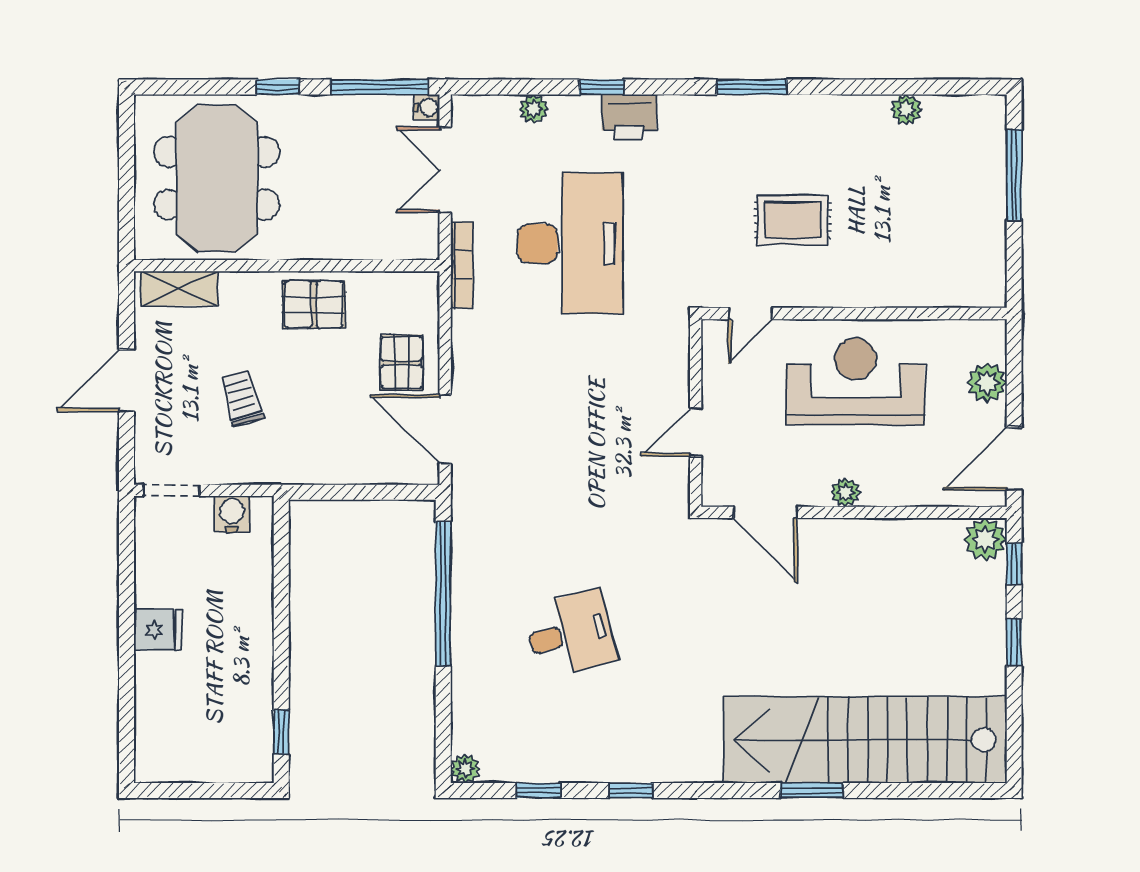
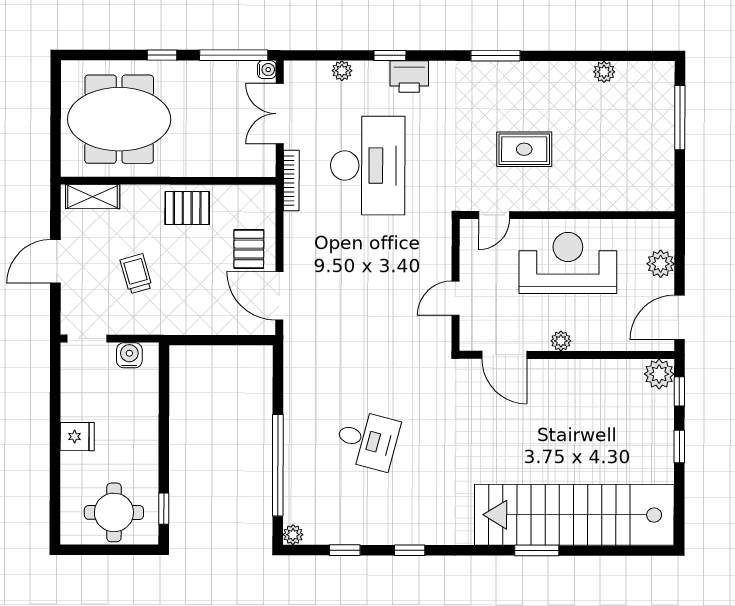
meeting table: (217, 178) -> (119, 119), turned 90
window: (443, 594) -> (278, 465), moved
desk: (570, 634) -> (367, 440), turned 30
round table: (210, 738) -> (114, 512), added

